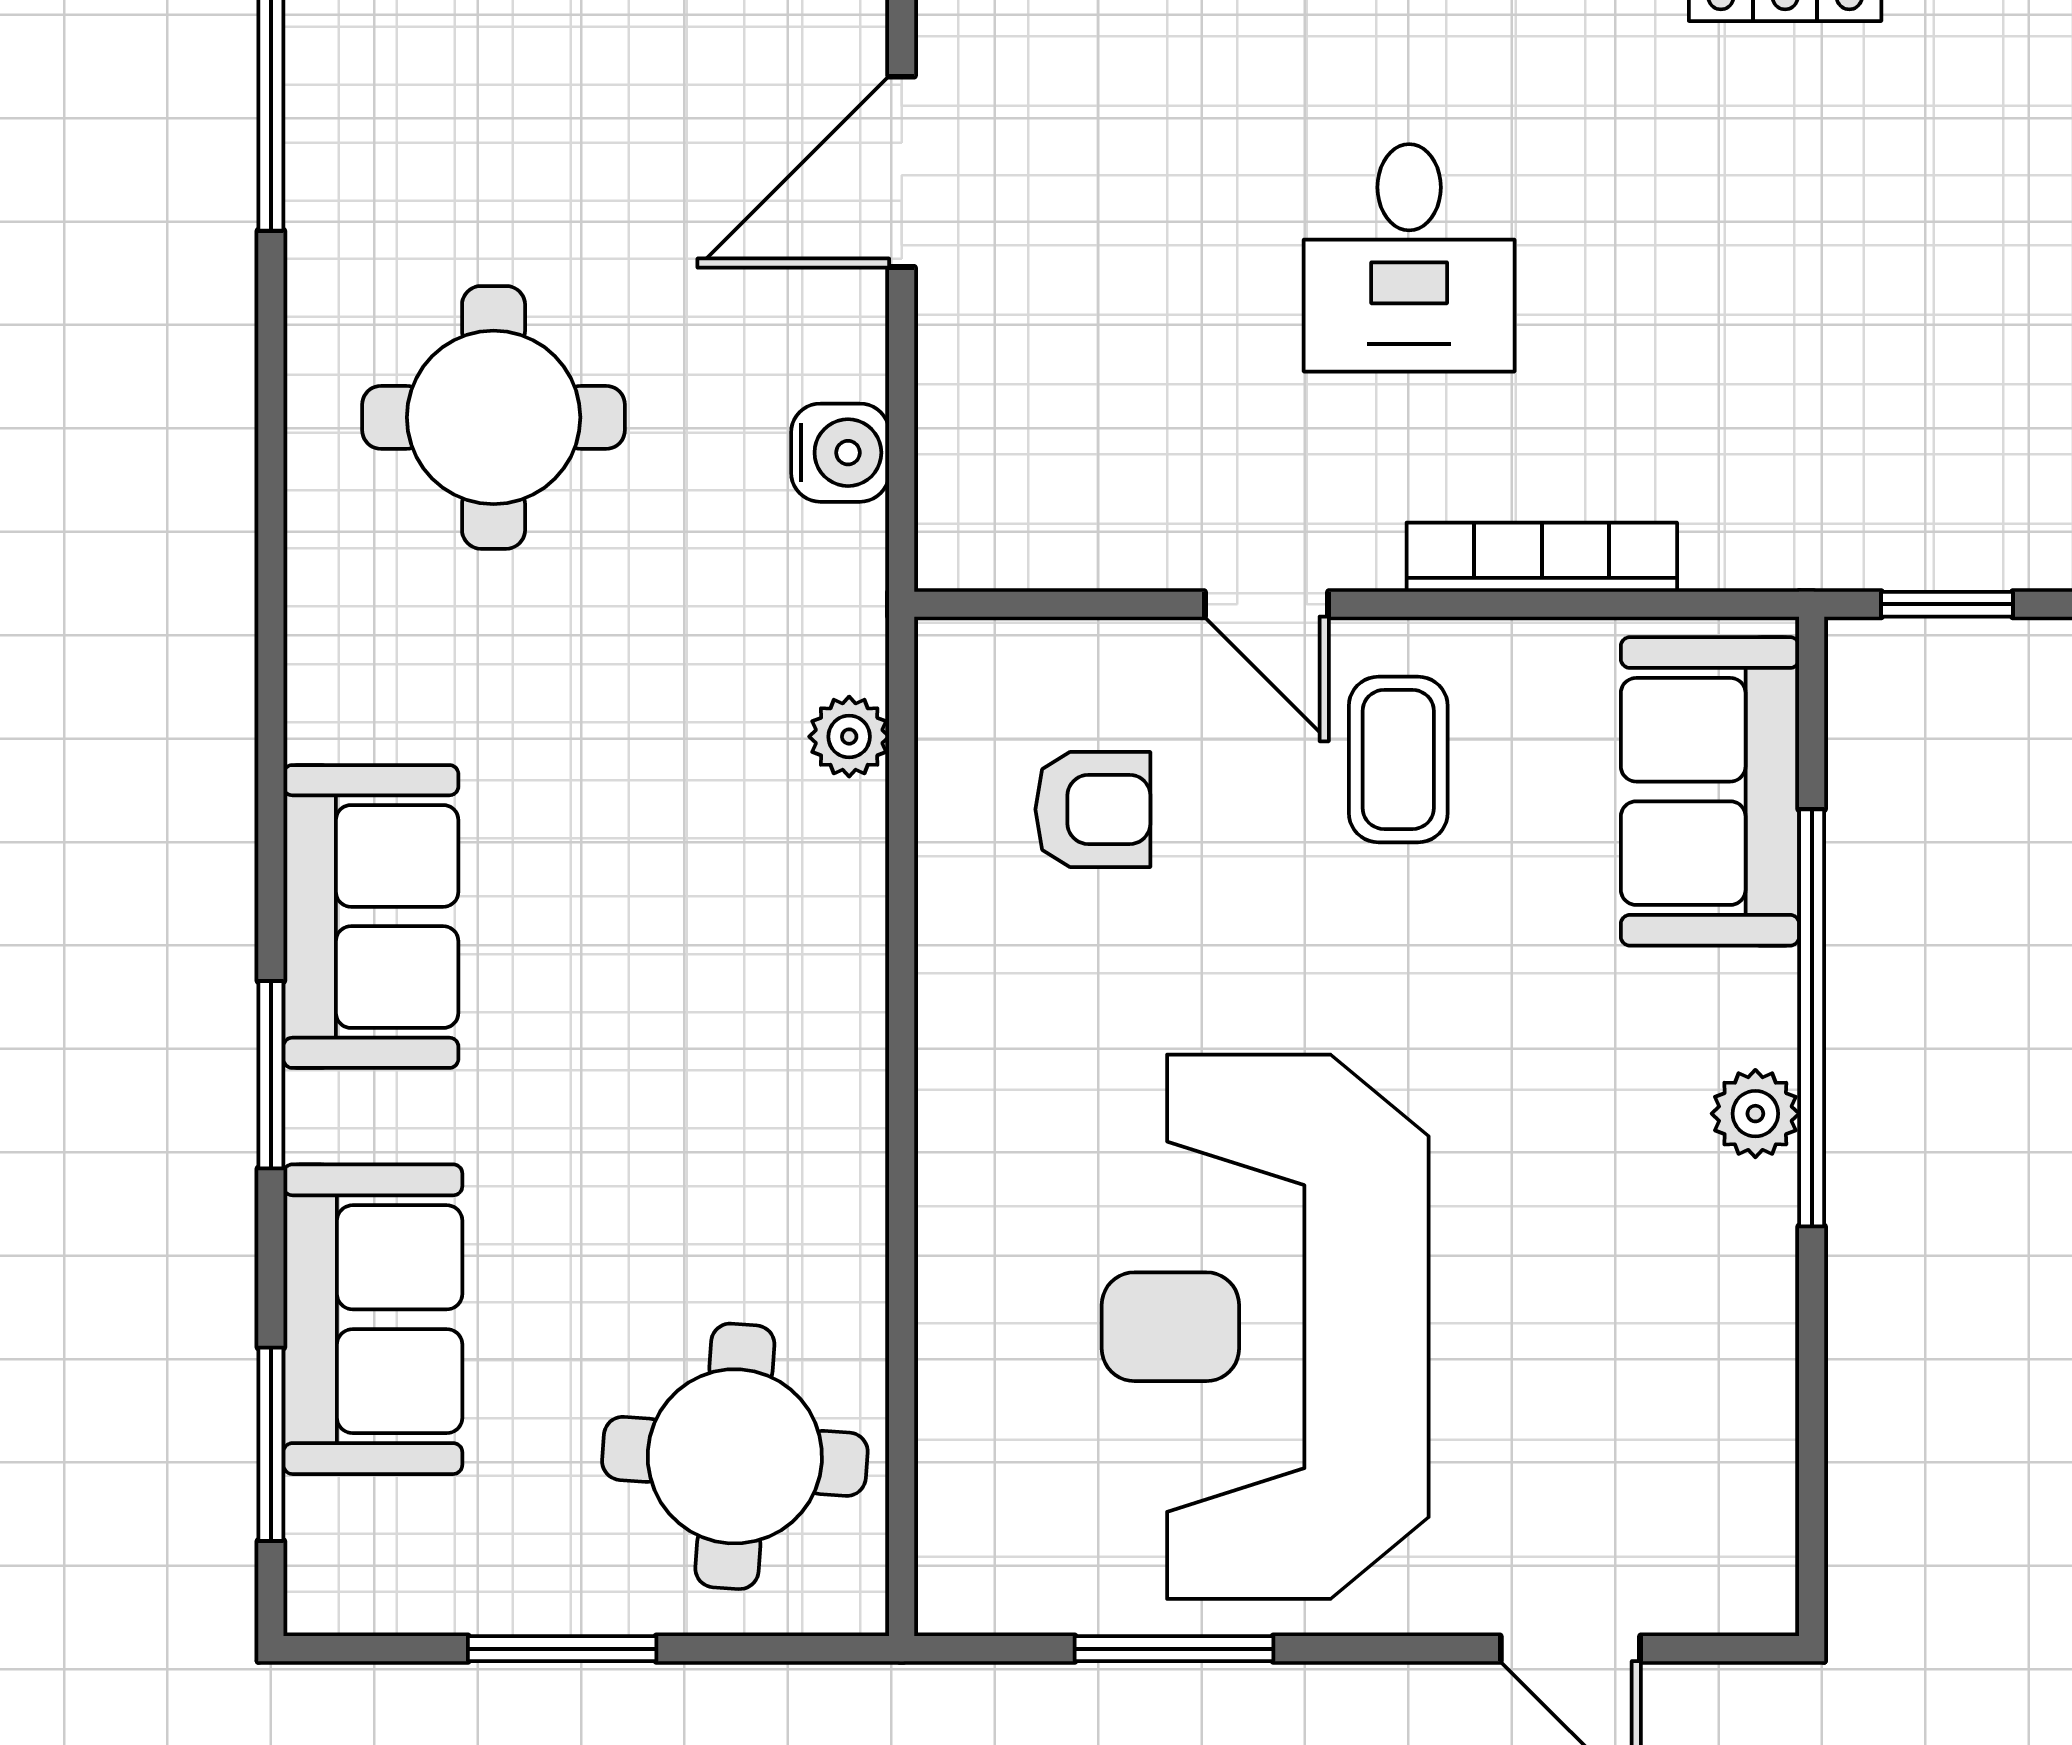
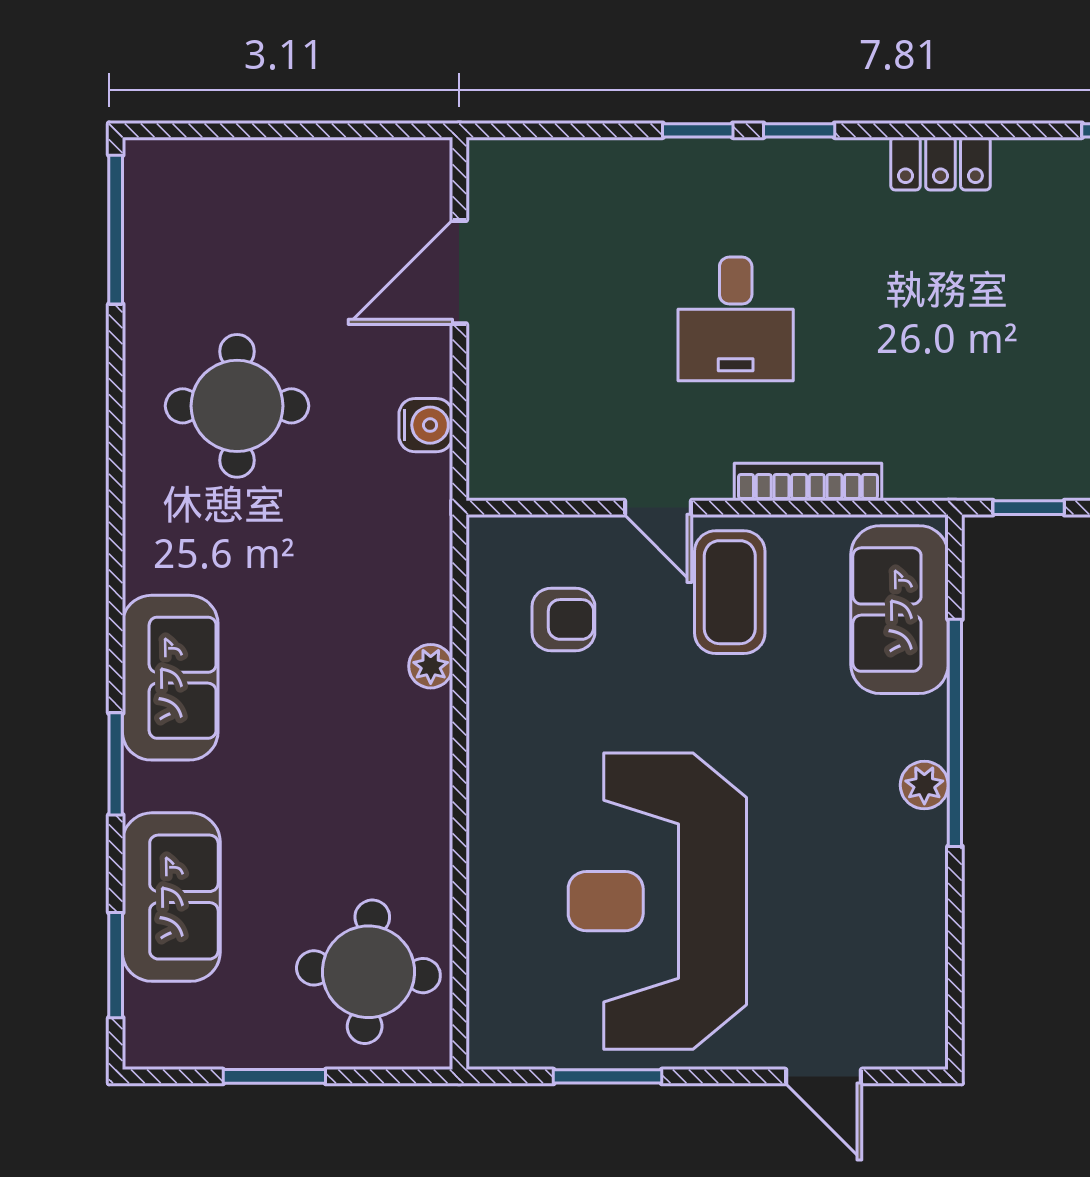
plant: (849, 737) -> (431, 666), moved
coffee table: (1398, 759) -> (730, 592), width x1.36, depth x1.30

